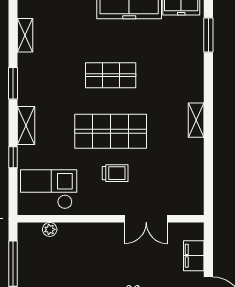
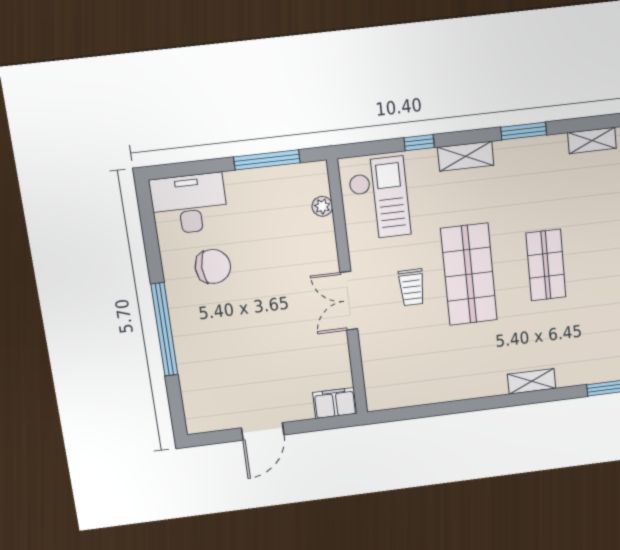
shelving: (196, 120) -> (532, 381), moved
double door: (146, 219) -> (349, 301), moved
filing cabinet: (194, 256) -> (335, 403), moved

